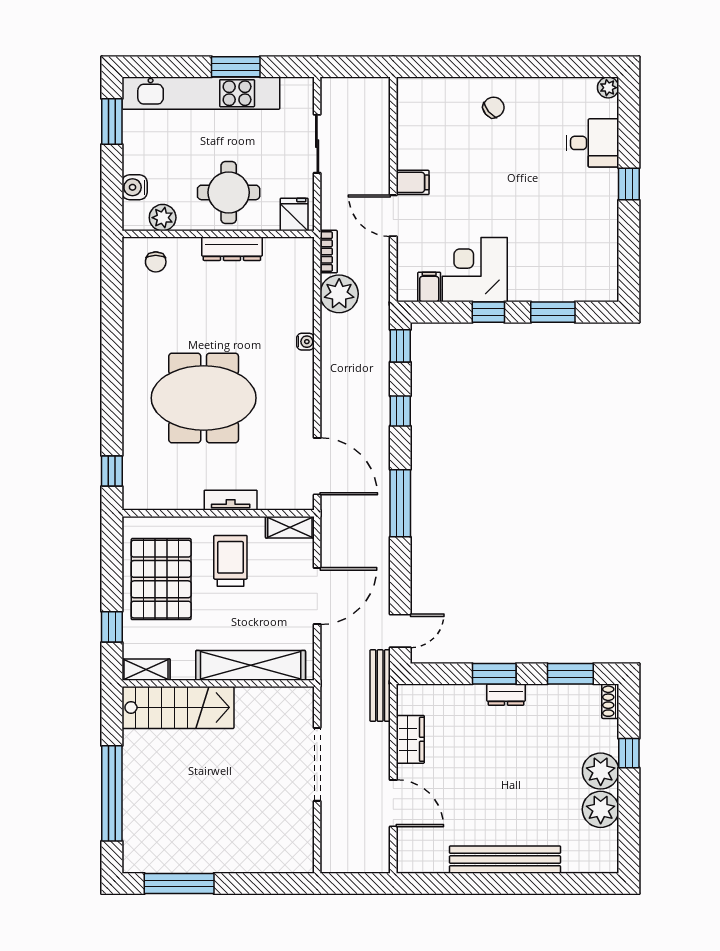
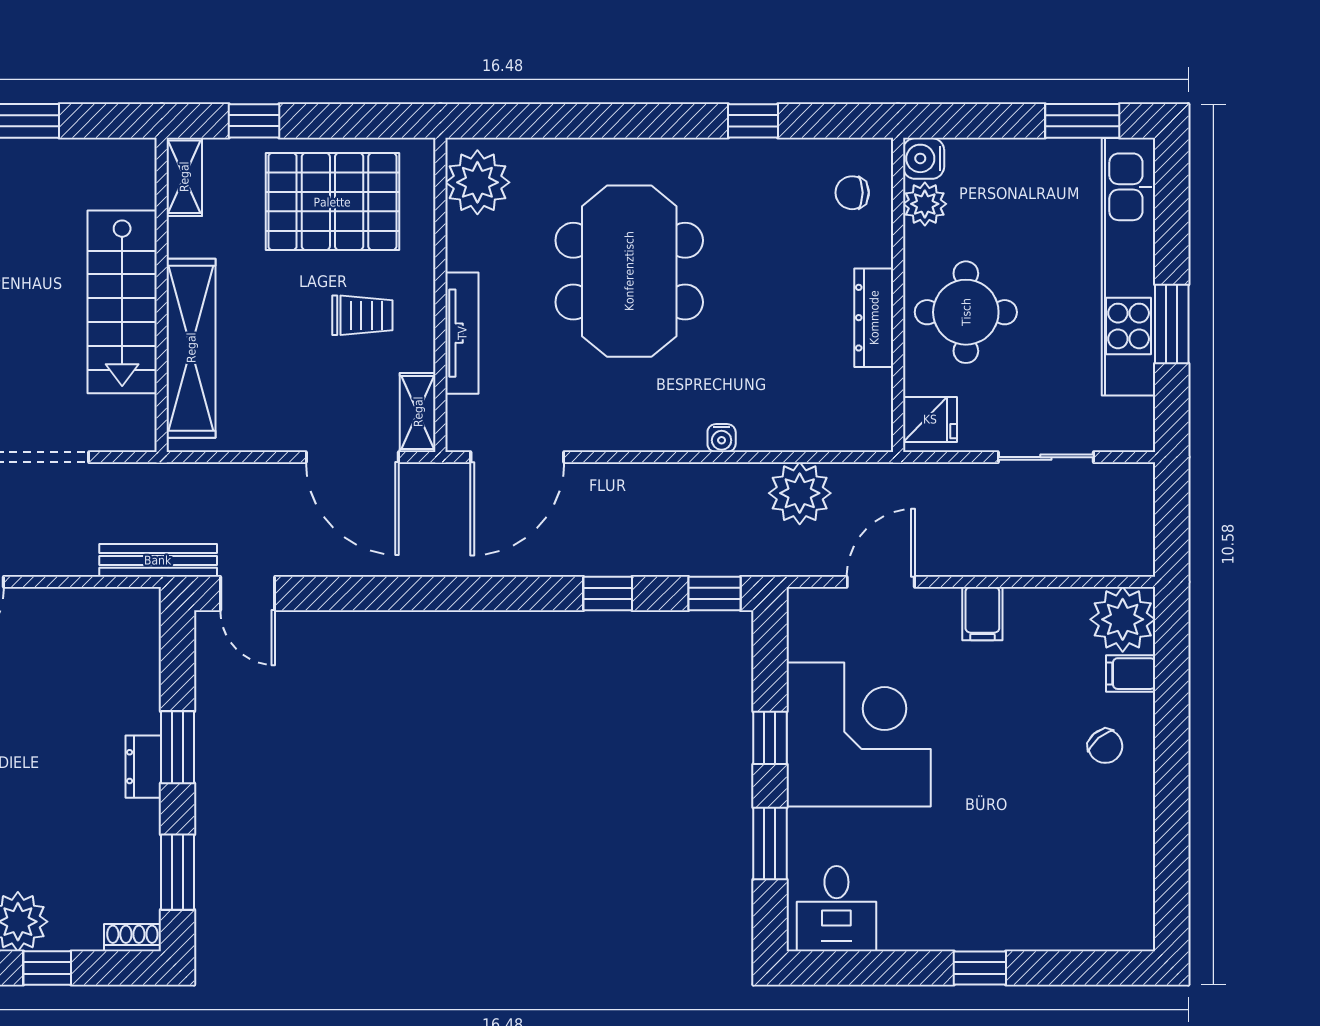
plant: (608, 88) -> (1123, 619), moved, width x1.88, depth x1.88
desk: (593, 143) -> (836, 909), moved
water cooler: (135, 187) -> (924, 158), moved, turned -90
door: (393, 216) -> (881, 582), moved
bookcase: (329, 252) -> (869, 476), removed
corner desk: (475, 270) -> (859, 735), width x1.36, depth x1.36
filing cabinet: (429, 287) -> (1131, 674), moved, turned 180
window: (112, 471) -> (753, 121), moved
plant: (149, 491) -> (477, 182), added
tv unit: (231, 500) -> (462, 333), width x1.41
window: (400, 503) -> (457, 594), removed
trolley: (230, 561) -> (362, 315), width x0.73, depth x0.72
door: (317, 596) -> (352, 457), moved
stairs: (178, 707) -> (122, 302), moved
wardrobe: (410, 739) -> (70, 610), removed

